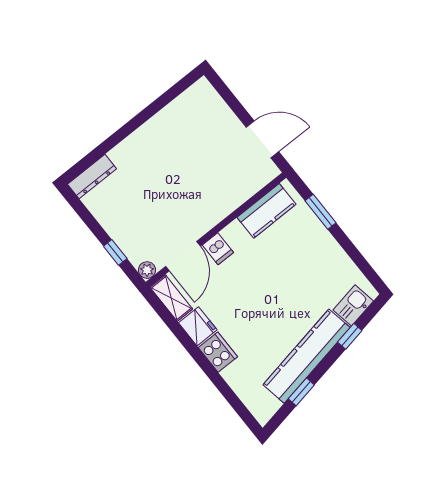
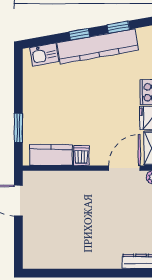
dishwasher: (218, 249) -> (81, 156), moved
window: (350, 336) -> (79, 34), moved

